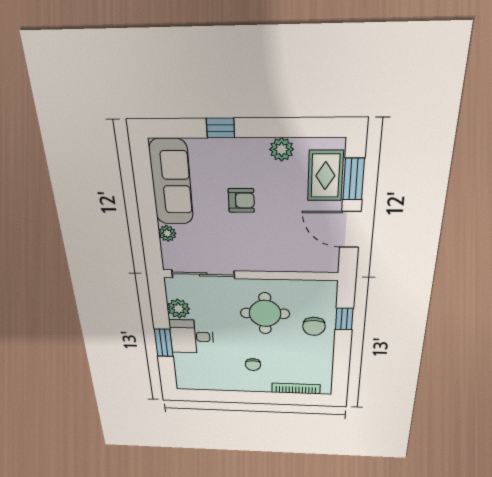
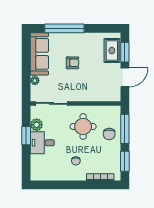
window: (221, 128) -> (64, 28), width x3.17
plant: (282, 149) -> (92, 38), removed
door: (350, 230) -> (125, 77), swing flipped
window: (344, 319) -> (125, 129), width x2.17
window: (164, 343) -> (26, 136), moved
window: (341, 368) -> (125, 161), added

